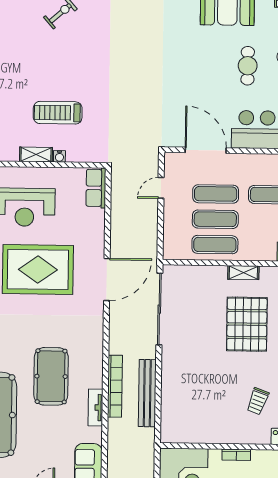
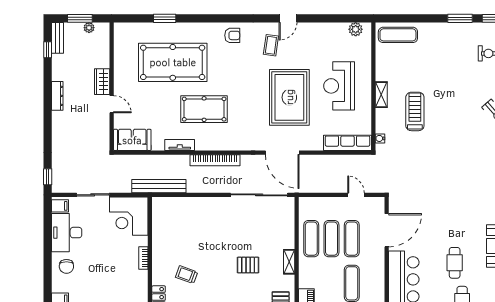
cafe table: (248, 66) -> (455, 263), turned 90
water cooler: (59, 156) -> (380, 138), moved
row of seats: (96, 188) -> (348, 143), width x1.48
pallet: (247, 324) -> (248, 265), width x0.49, depth x0.50
bookcase: (115, 386) -> (215, 160), moved
bench: (147, 393) -> (159, 186), moved

